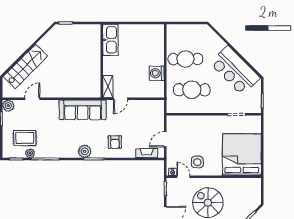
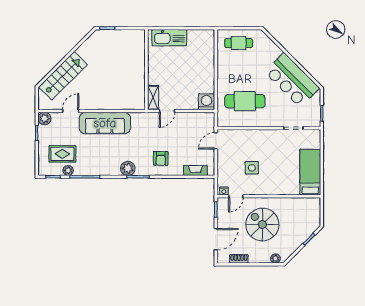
kitchen sink: (110, 40) -> (169, 38), moved, turned 90
cafe table: (185, 59) -> (239, 43), moved, width x0.73, depth x0.74
washing machine: (157, 73) -> (207, 102), moved, turned 90
sofa: (83, 110) -> (105, 123), moved
door: (165, 139) -> (216, 141), moved
bed: (242, 155) -> (310, 172), width x0.49
side table: (197, 162) -> (252, 168), moved
door: (184, 177) -> (236, 196), swing flipped

